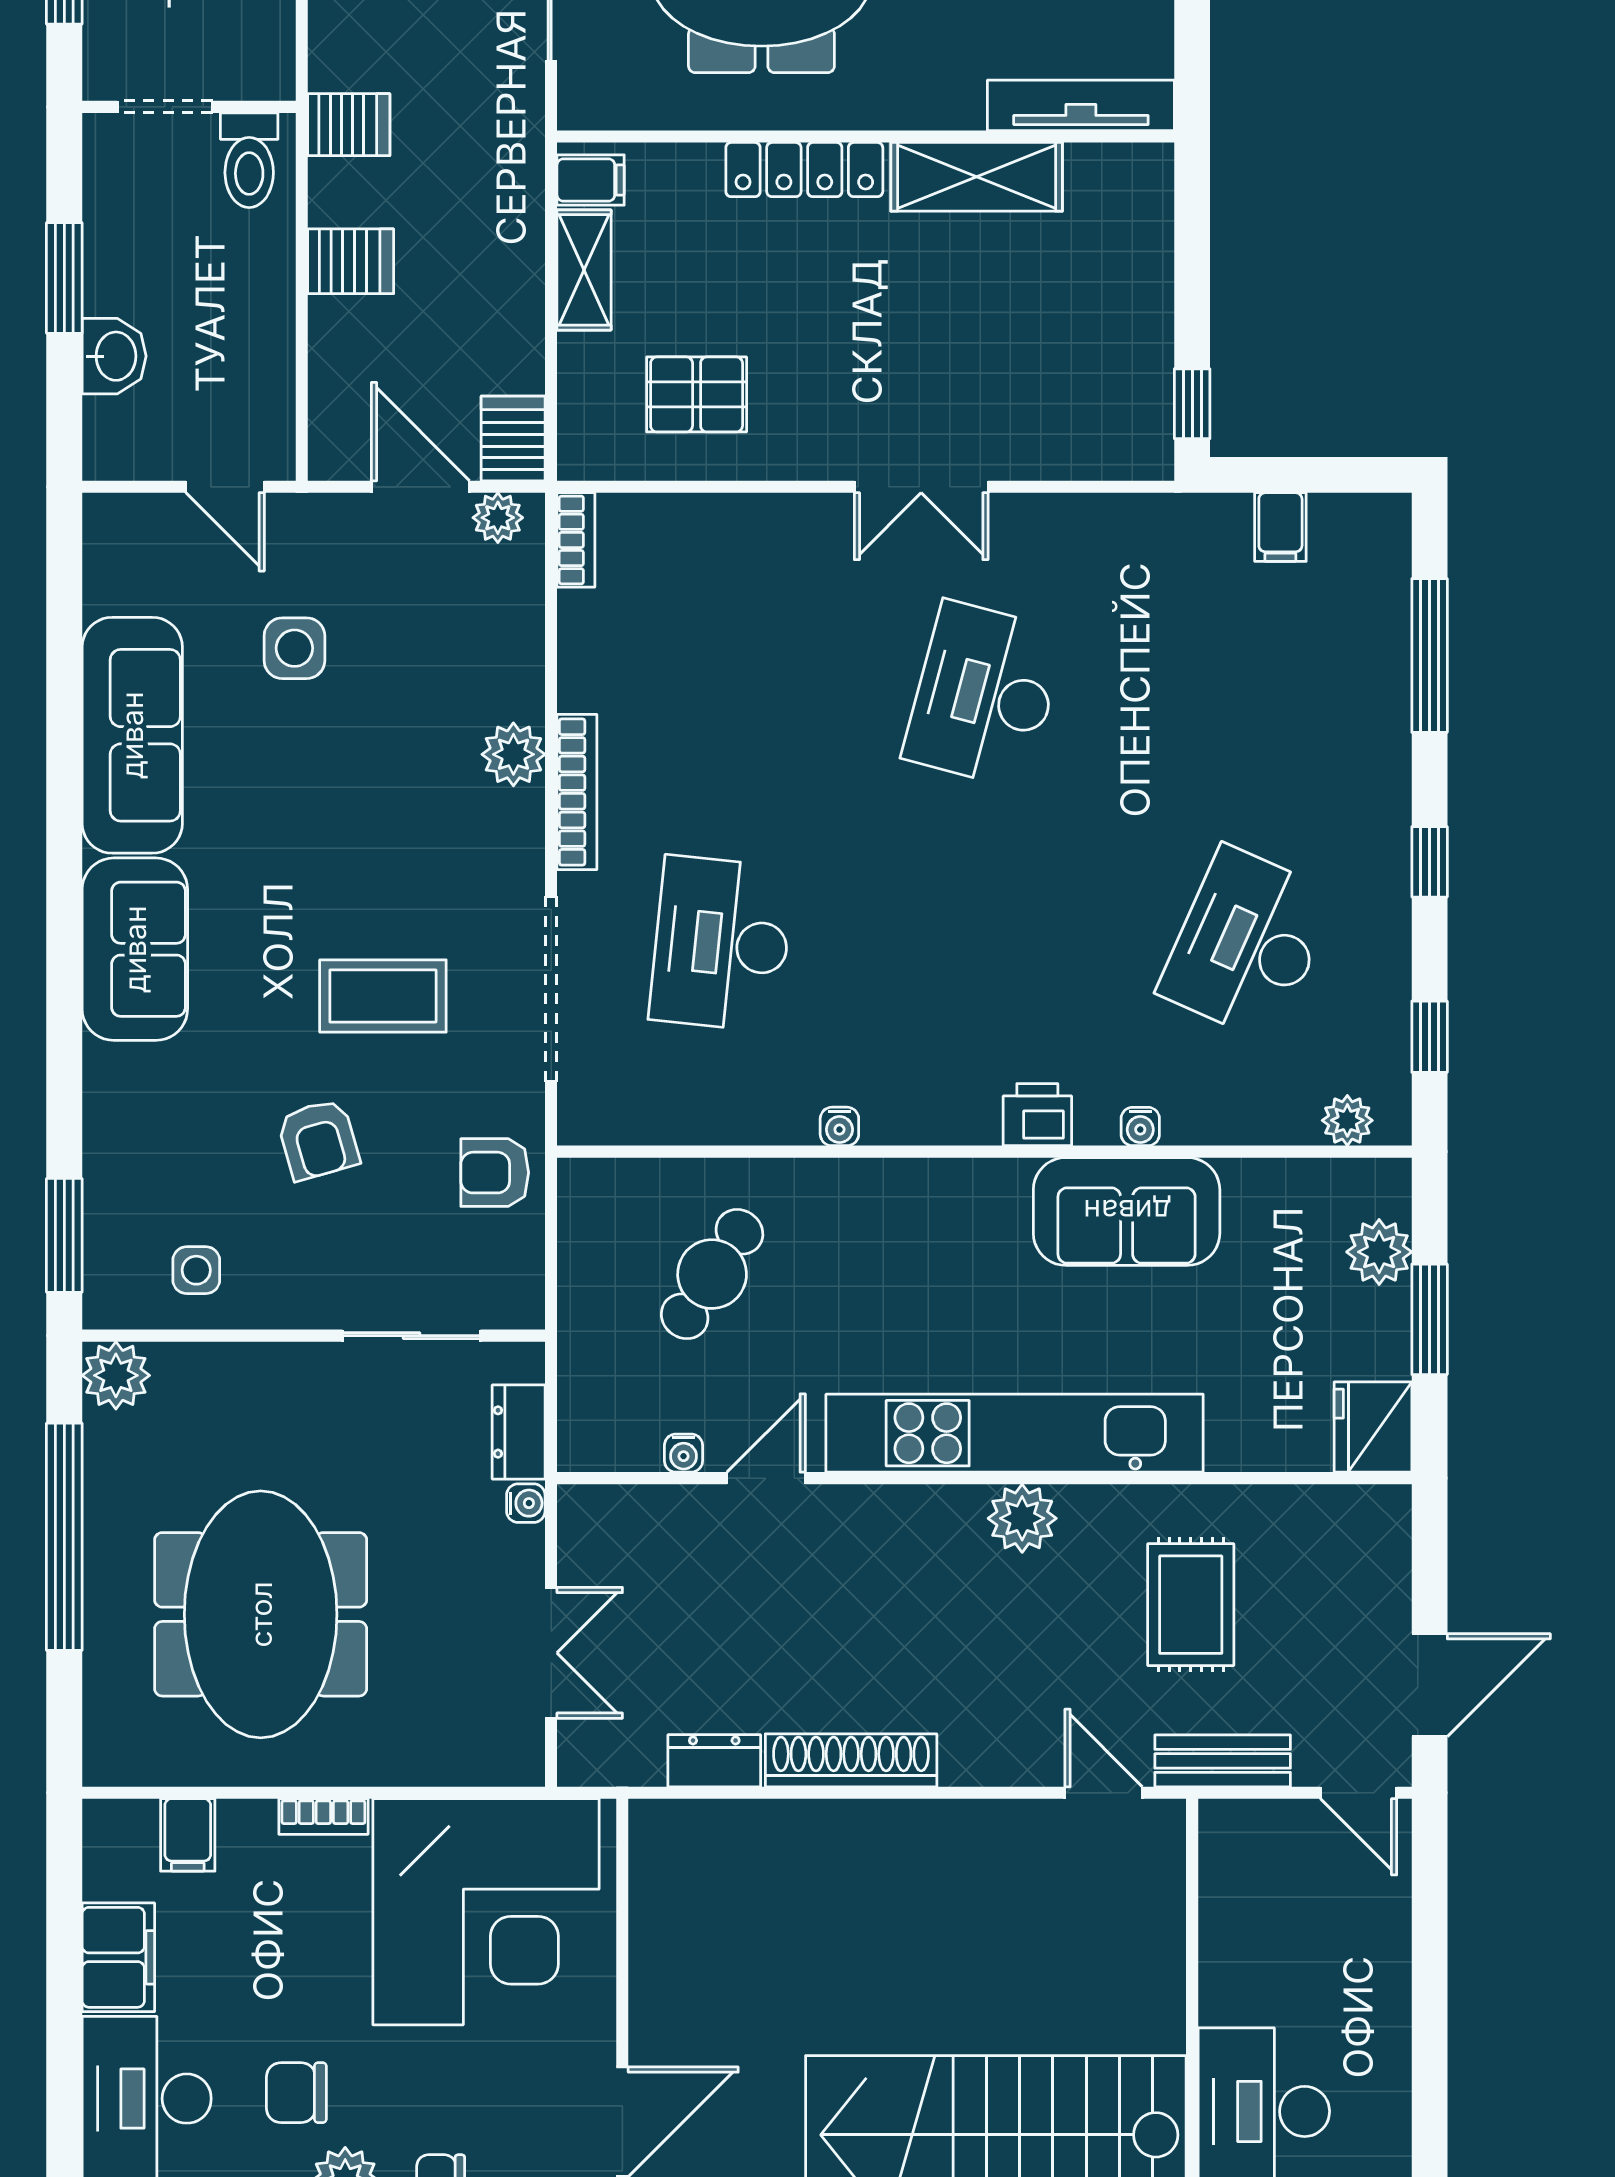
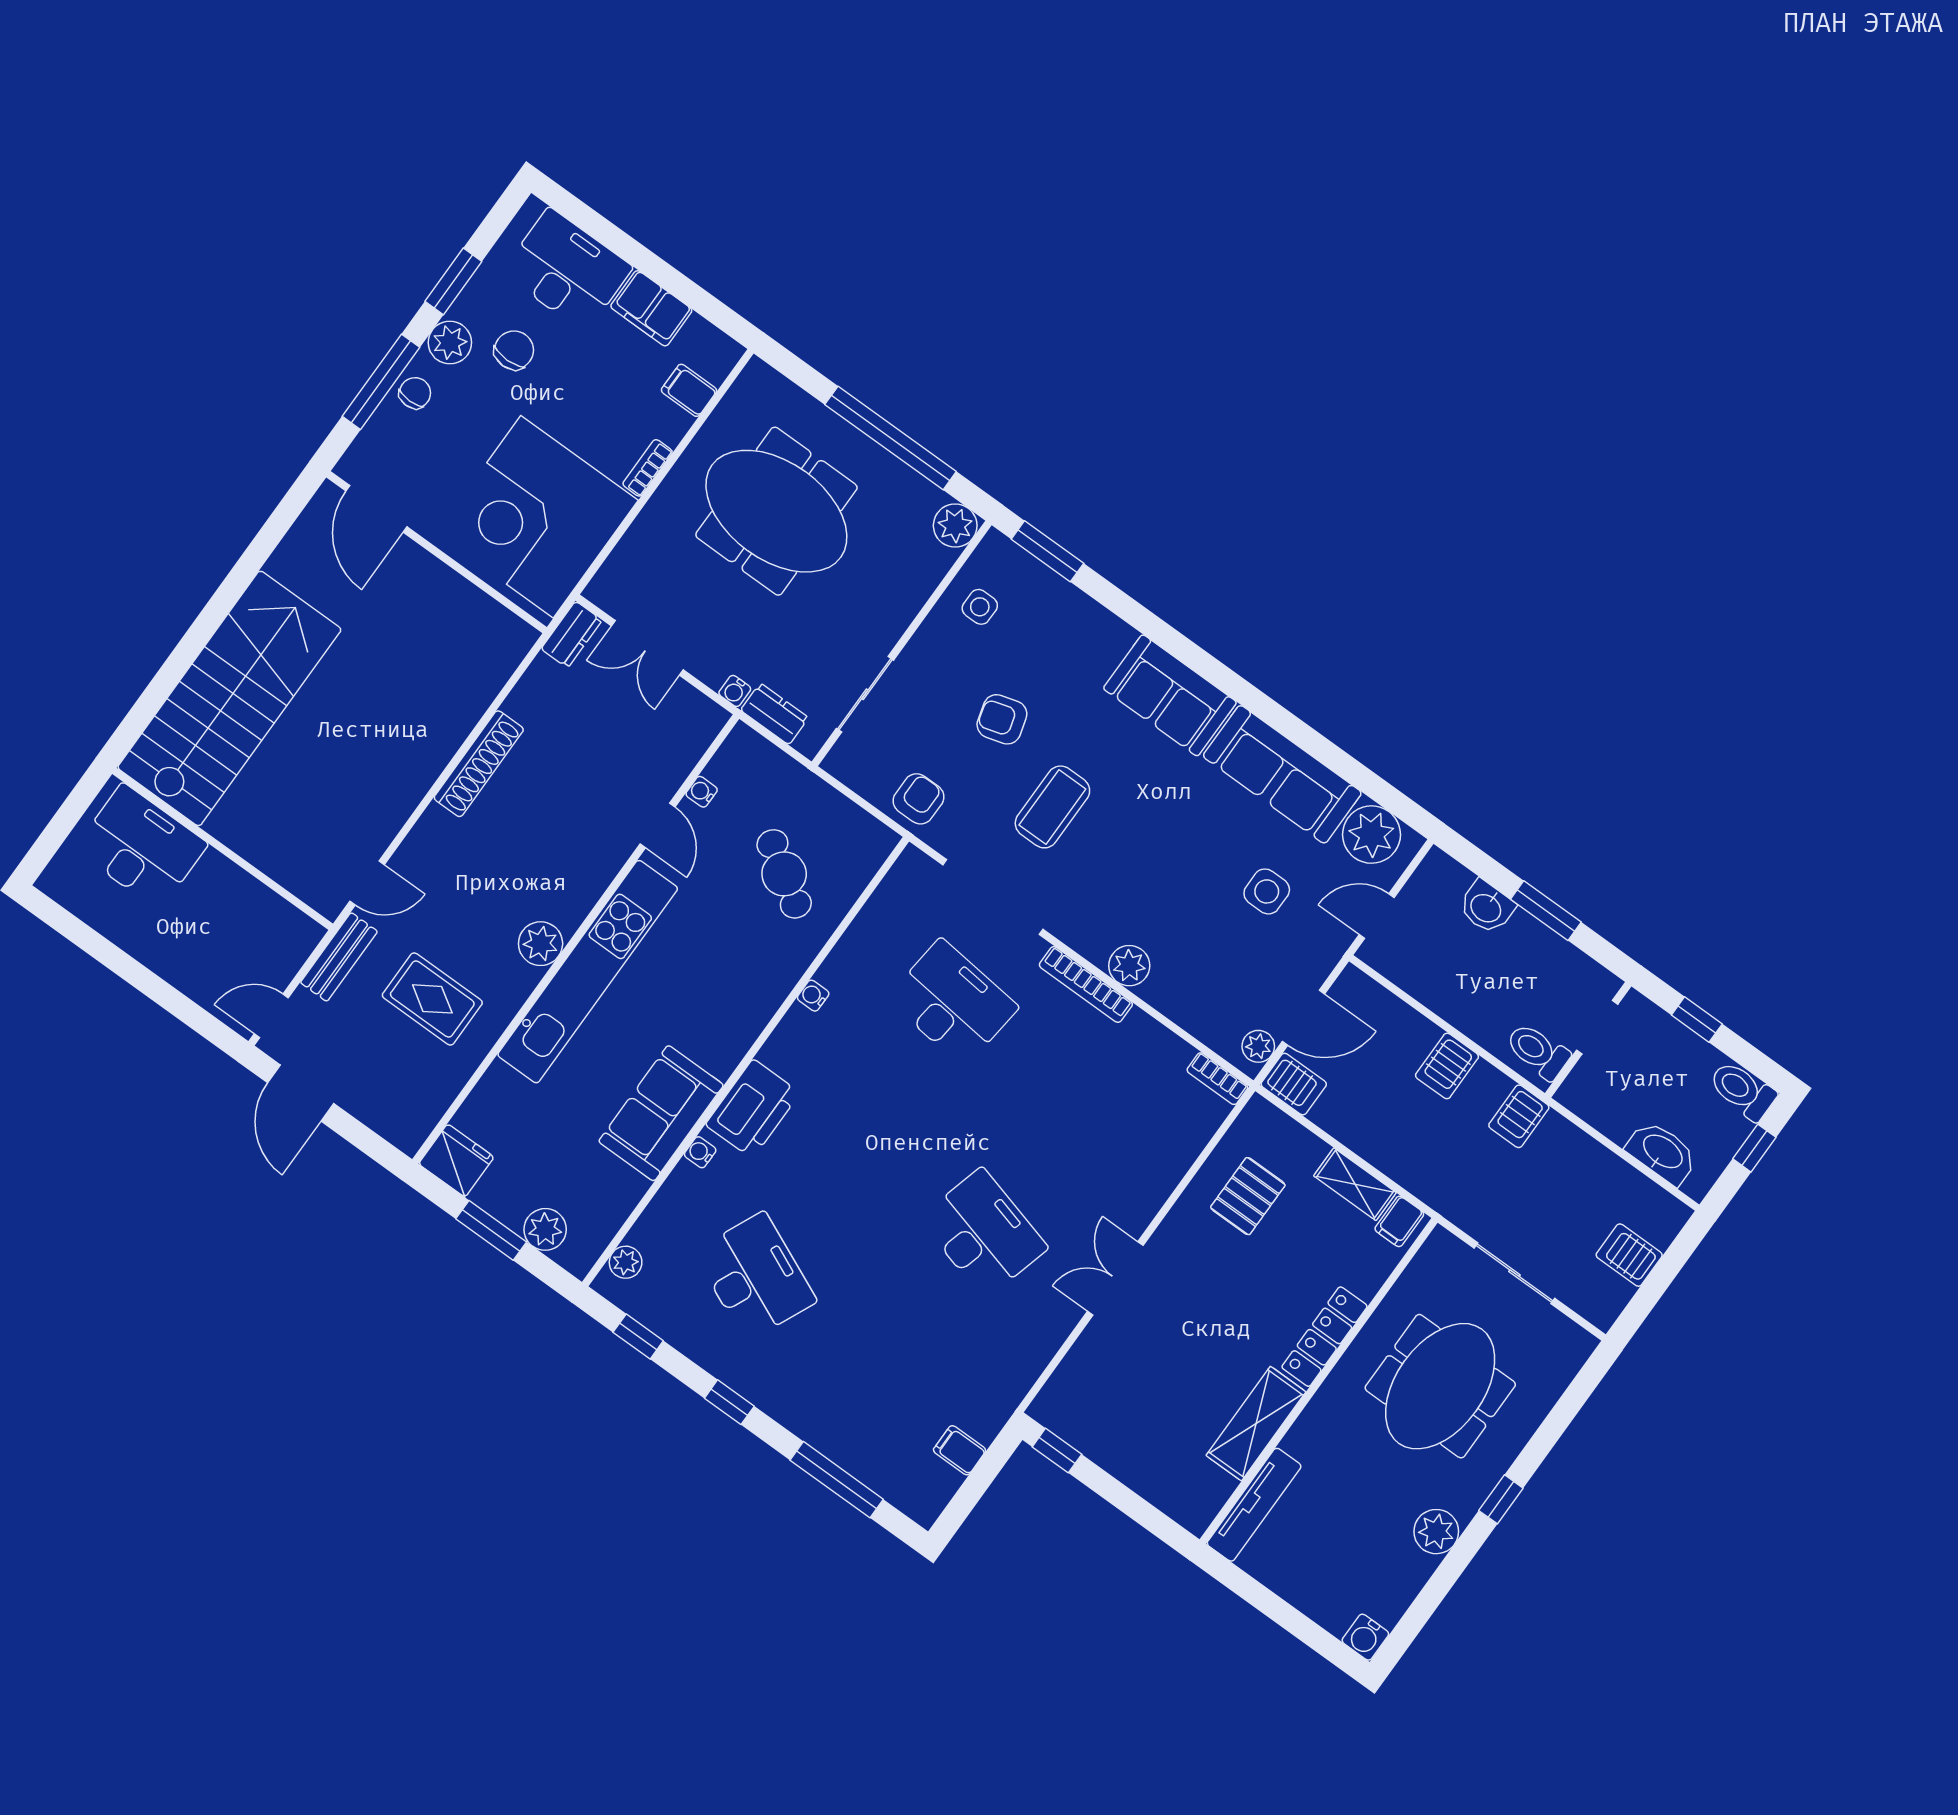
plant: (127, 568) -> (1372, 835), added
printer: (1037, 1115) -> (753, 1109), width x1.87, depth x1.48
dresser: (714, 1761) -> (572, 635), moved

